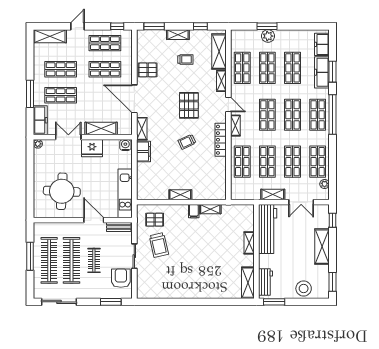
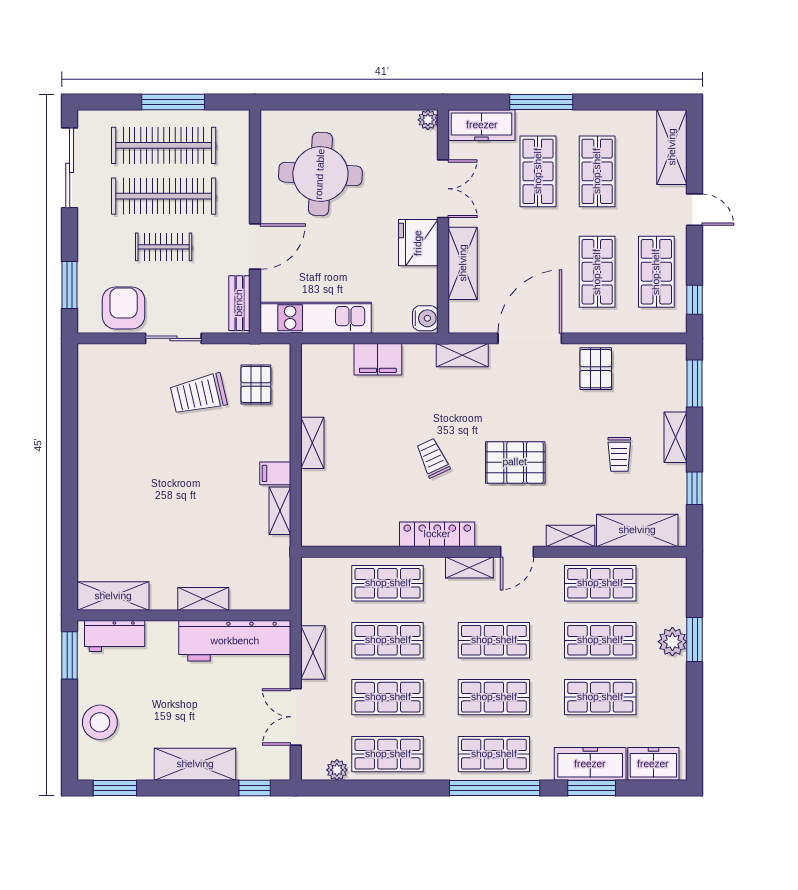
filing cabinet: (143, 151) -> (378, 359), moved
armchair: (121, 278) -> (124, 308), turned -90

